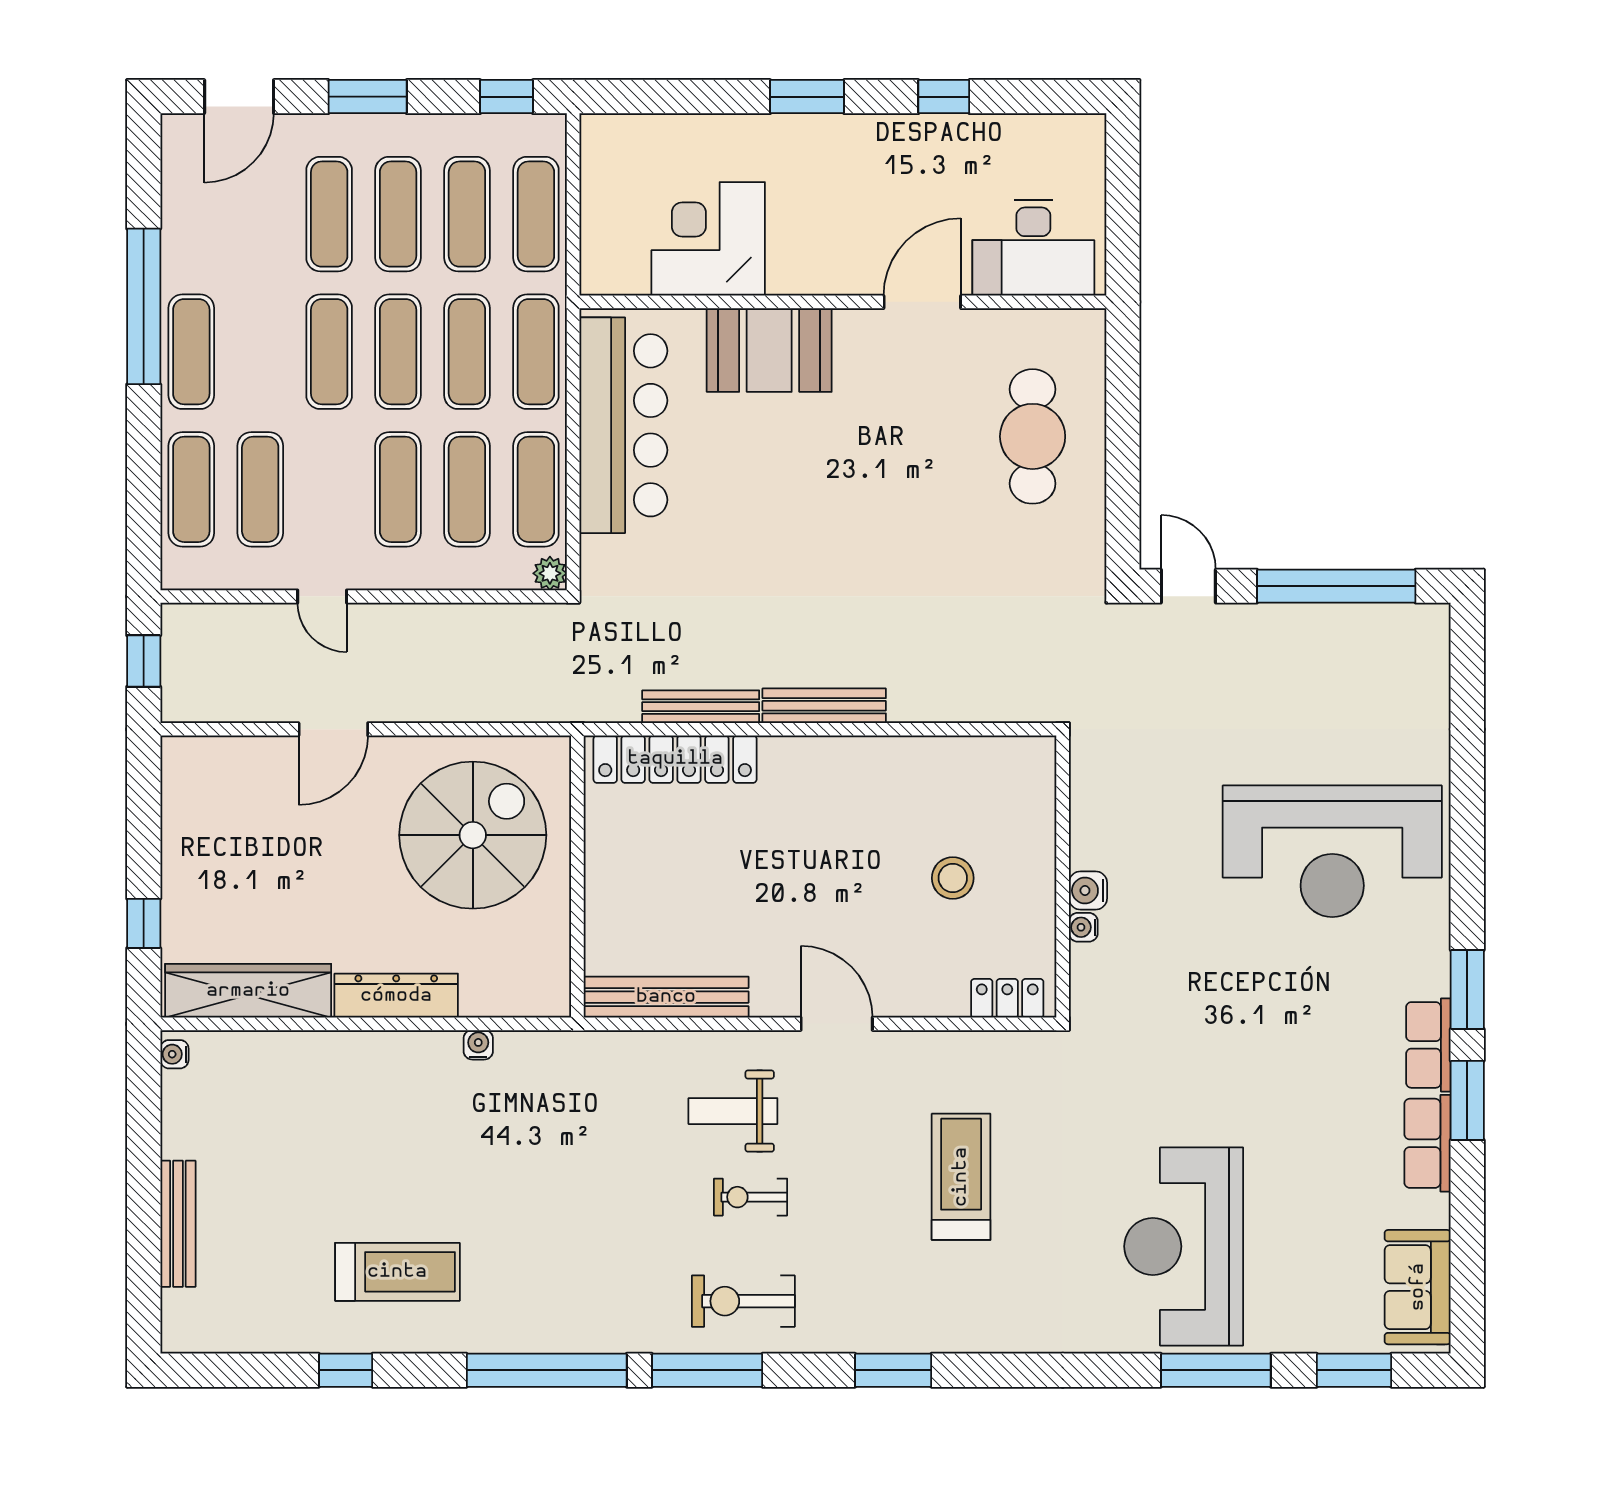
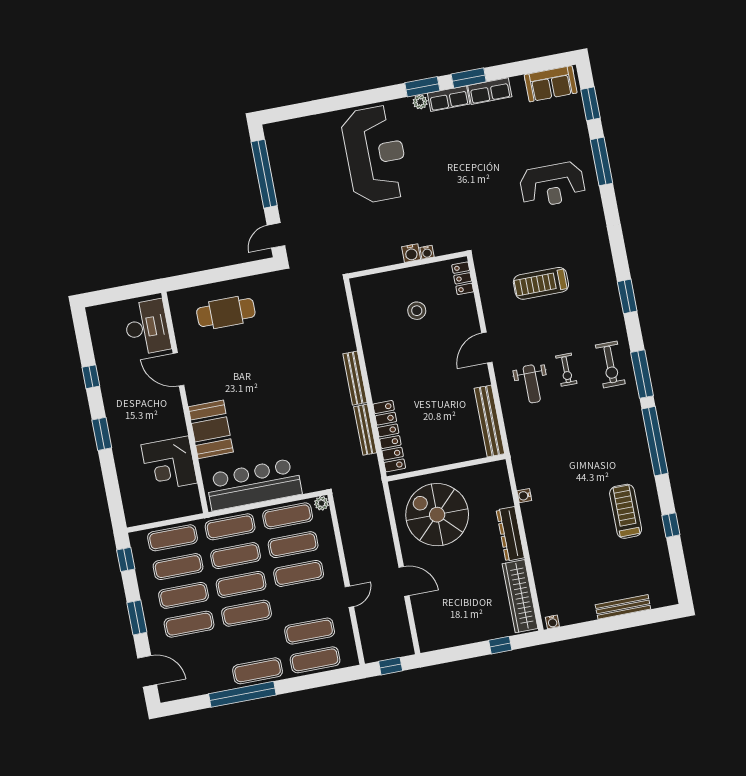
plant: (1433, 978) -> (420, 102), added
reception desk: (1184, 1246) -> (552, 185), width x0.74, depth x0.77

